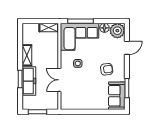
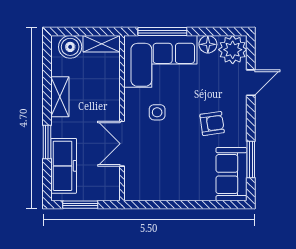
boiler: (32, 29) -> (70, 47), added
freezer: (29, 81) -> (64, 166), moved

